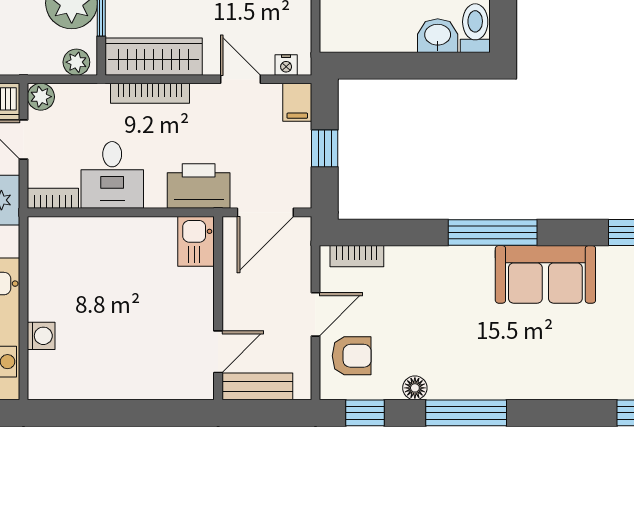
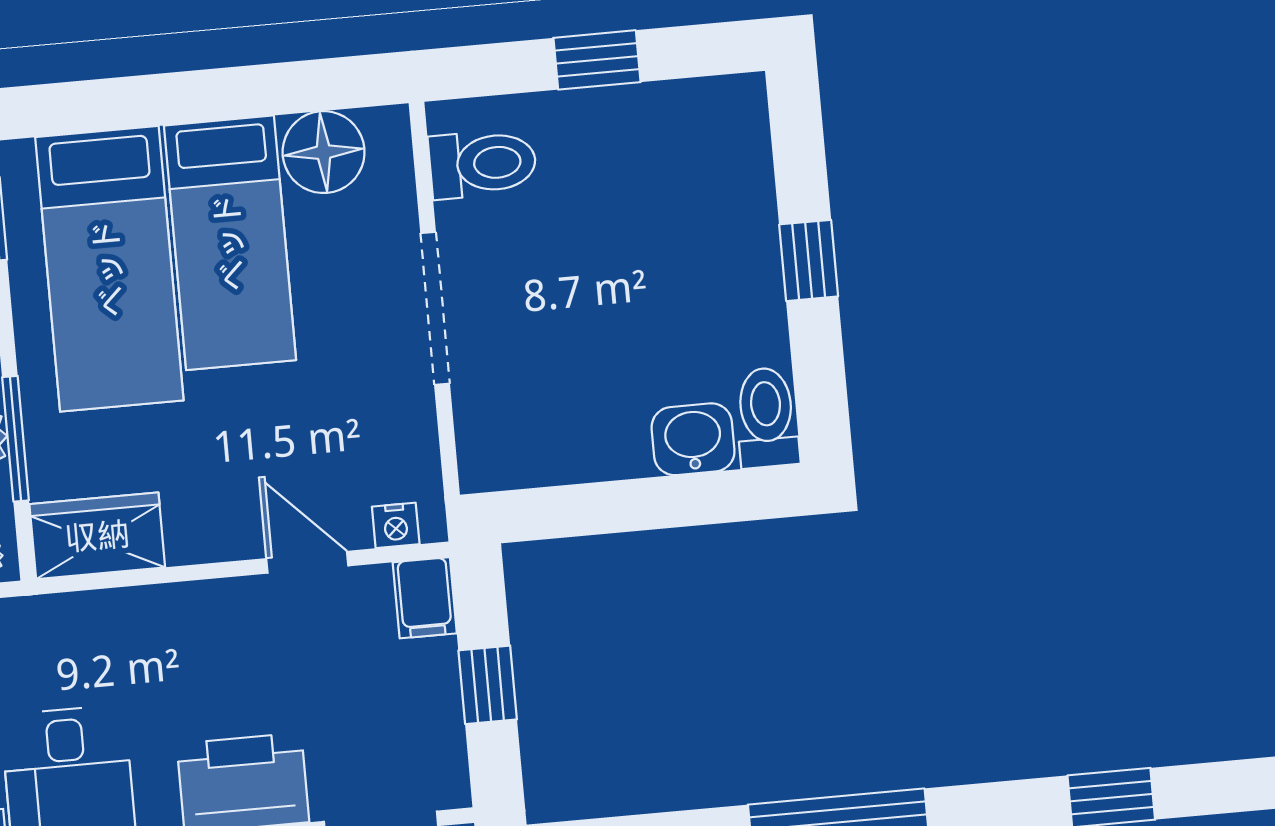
wardrobe: (154, 57) -> (97, 536), width x0.67
bookcase: (150, 93) -> (129, 607), removed

